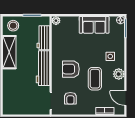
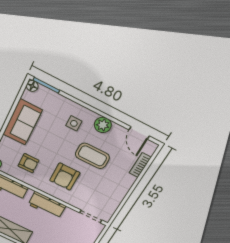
workbench: (43, 68) -> (47, 205), width x0.73
armchair: (70, 98) -> (29, 163), moved
door: (125, 98) -> (139, 133), hinge flipped

